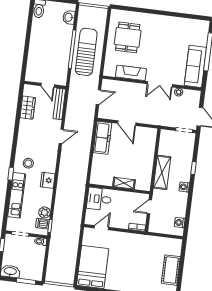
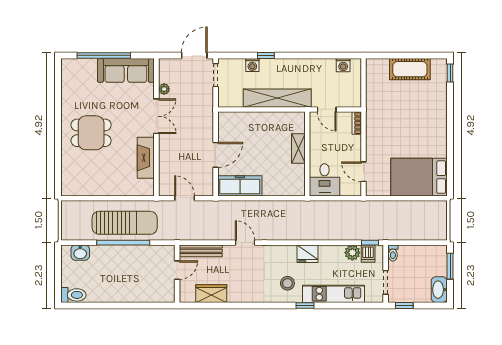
dining table: (128, 37) -> (91, 133), moved
sun lounger: (86, 52) -> (125, 223), turned 180
shelving: (162, 172) -> (277, 98), width x1.47
washing machine: (184, 187) -> (252, 65), moved

